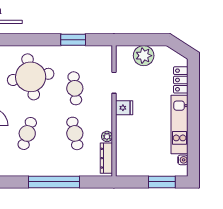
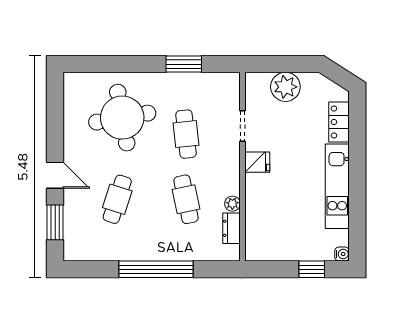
dresser: (106, 158) -> (231, 228), width x0.70
water cooler: (183, 160) -> (342, 254), moved
window: (162, 182) -> (312, 269), width x0.67

